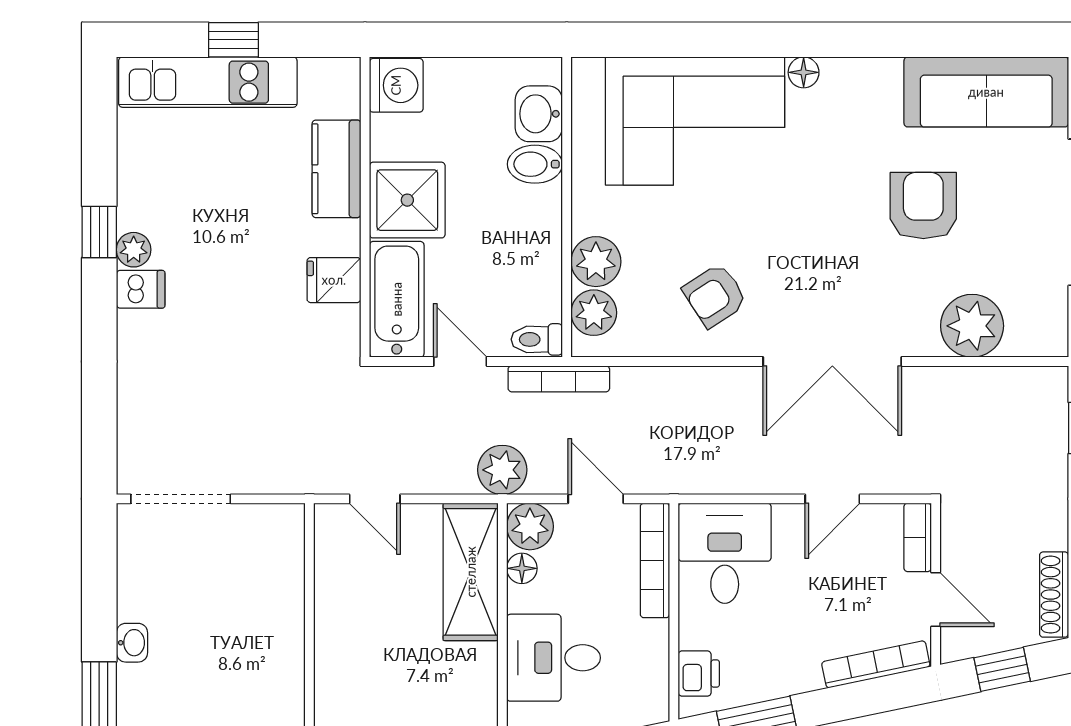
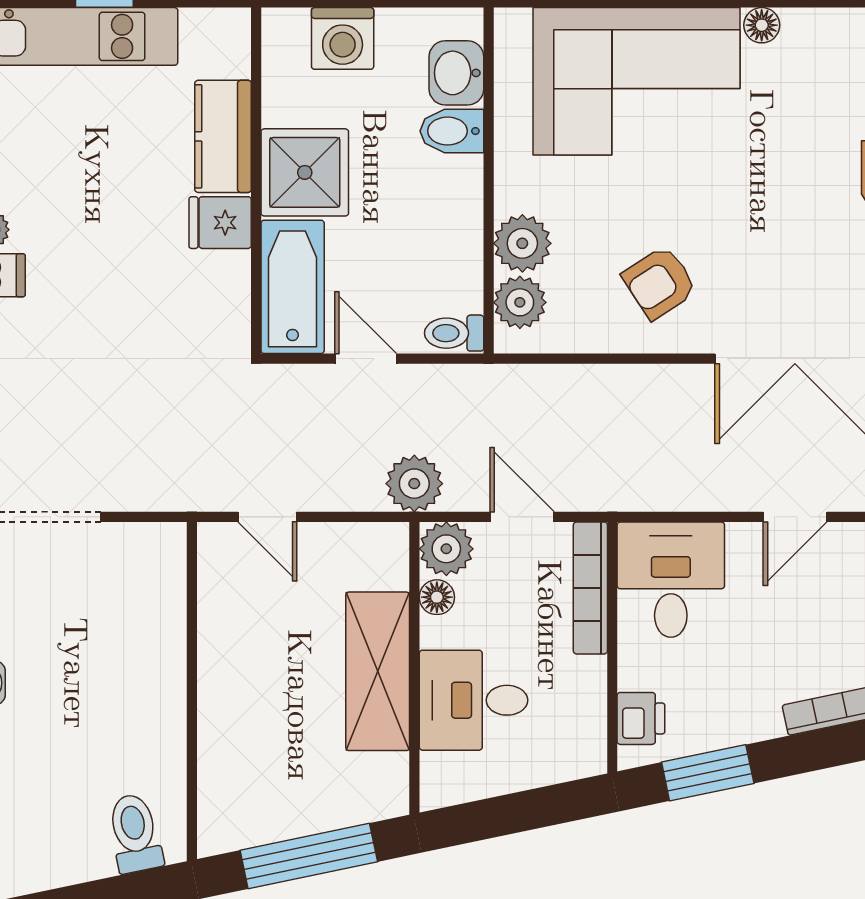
washing machine: (396, 85) -> (343, 38), moved, turned 90
fridge: (334, 280) -> (220, 223), moved
bookcase: (559, 379) -> (480, 379), removed
shelving: (471, 572) -> (378, 671), moved

